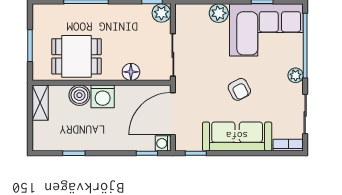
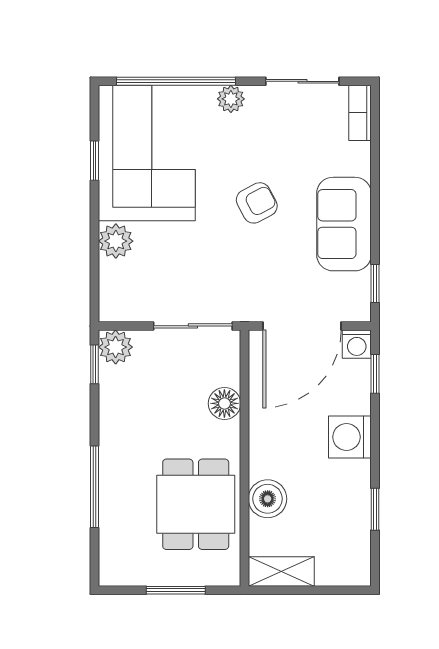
washing machine: (103, 96) -> (350, 437), moved, turned 180
door: (173, 114) -> (302, 326), hinge flipped
sofa: (237, 136) -> (344, 224), width x0.73

